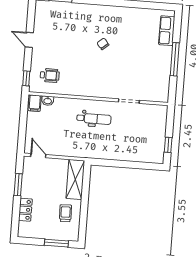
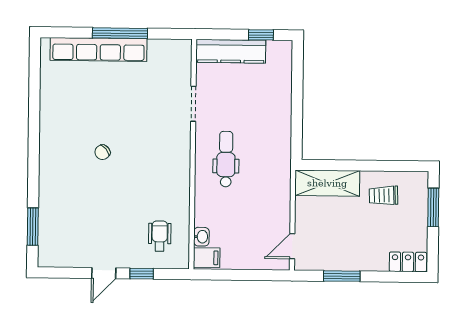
row of seats: (167, 31) -> (98, 50), width x2.02
window: (26, 78) -> (142, 274), moved
kitchen counter: (159, 126) -> (231, 51), added
locker: (25, 210) -> (408, 262), moved

